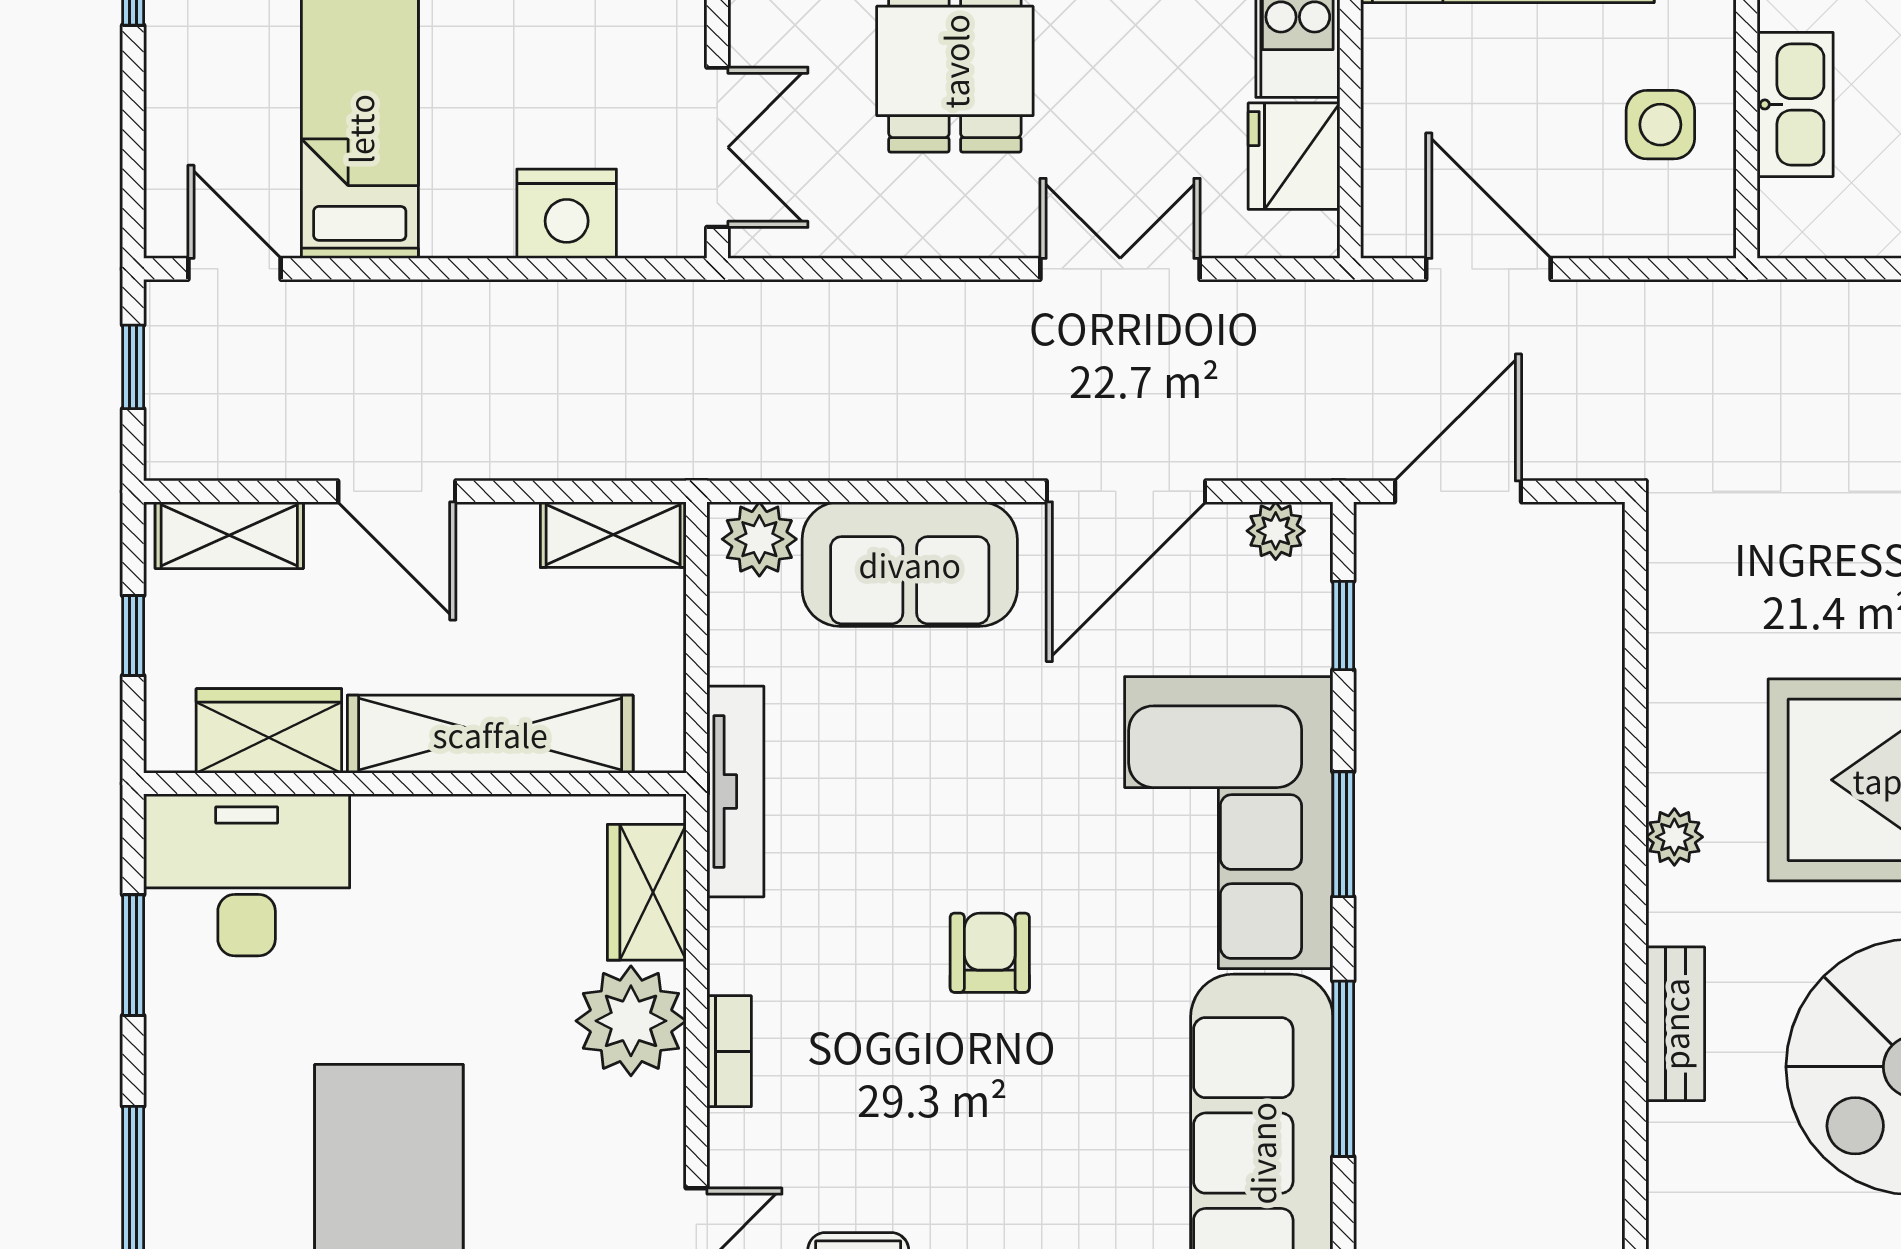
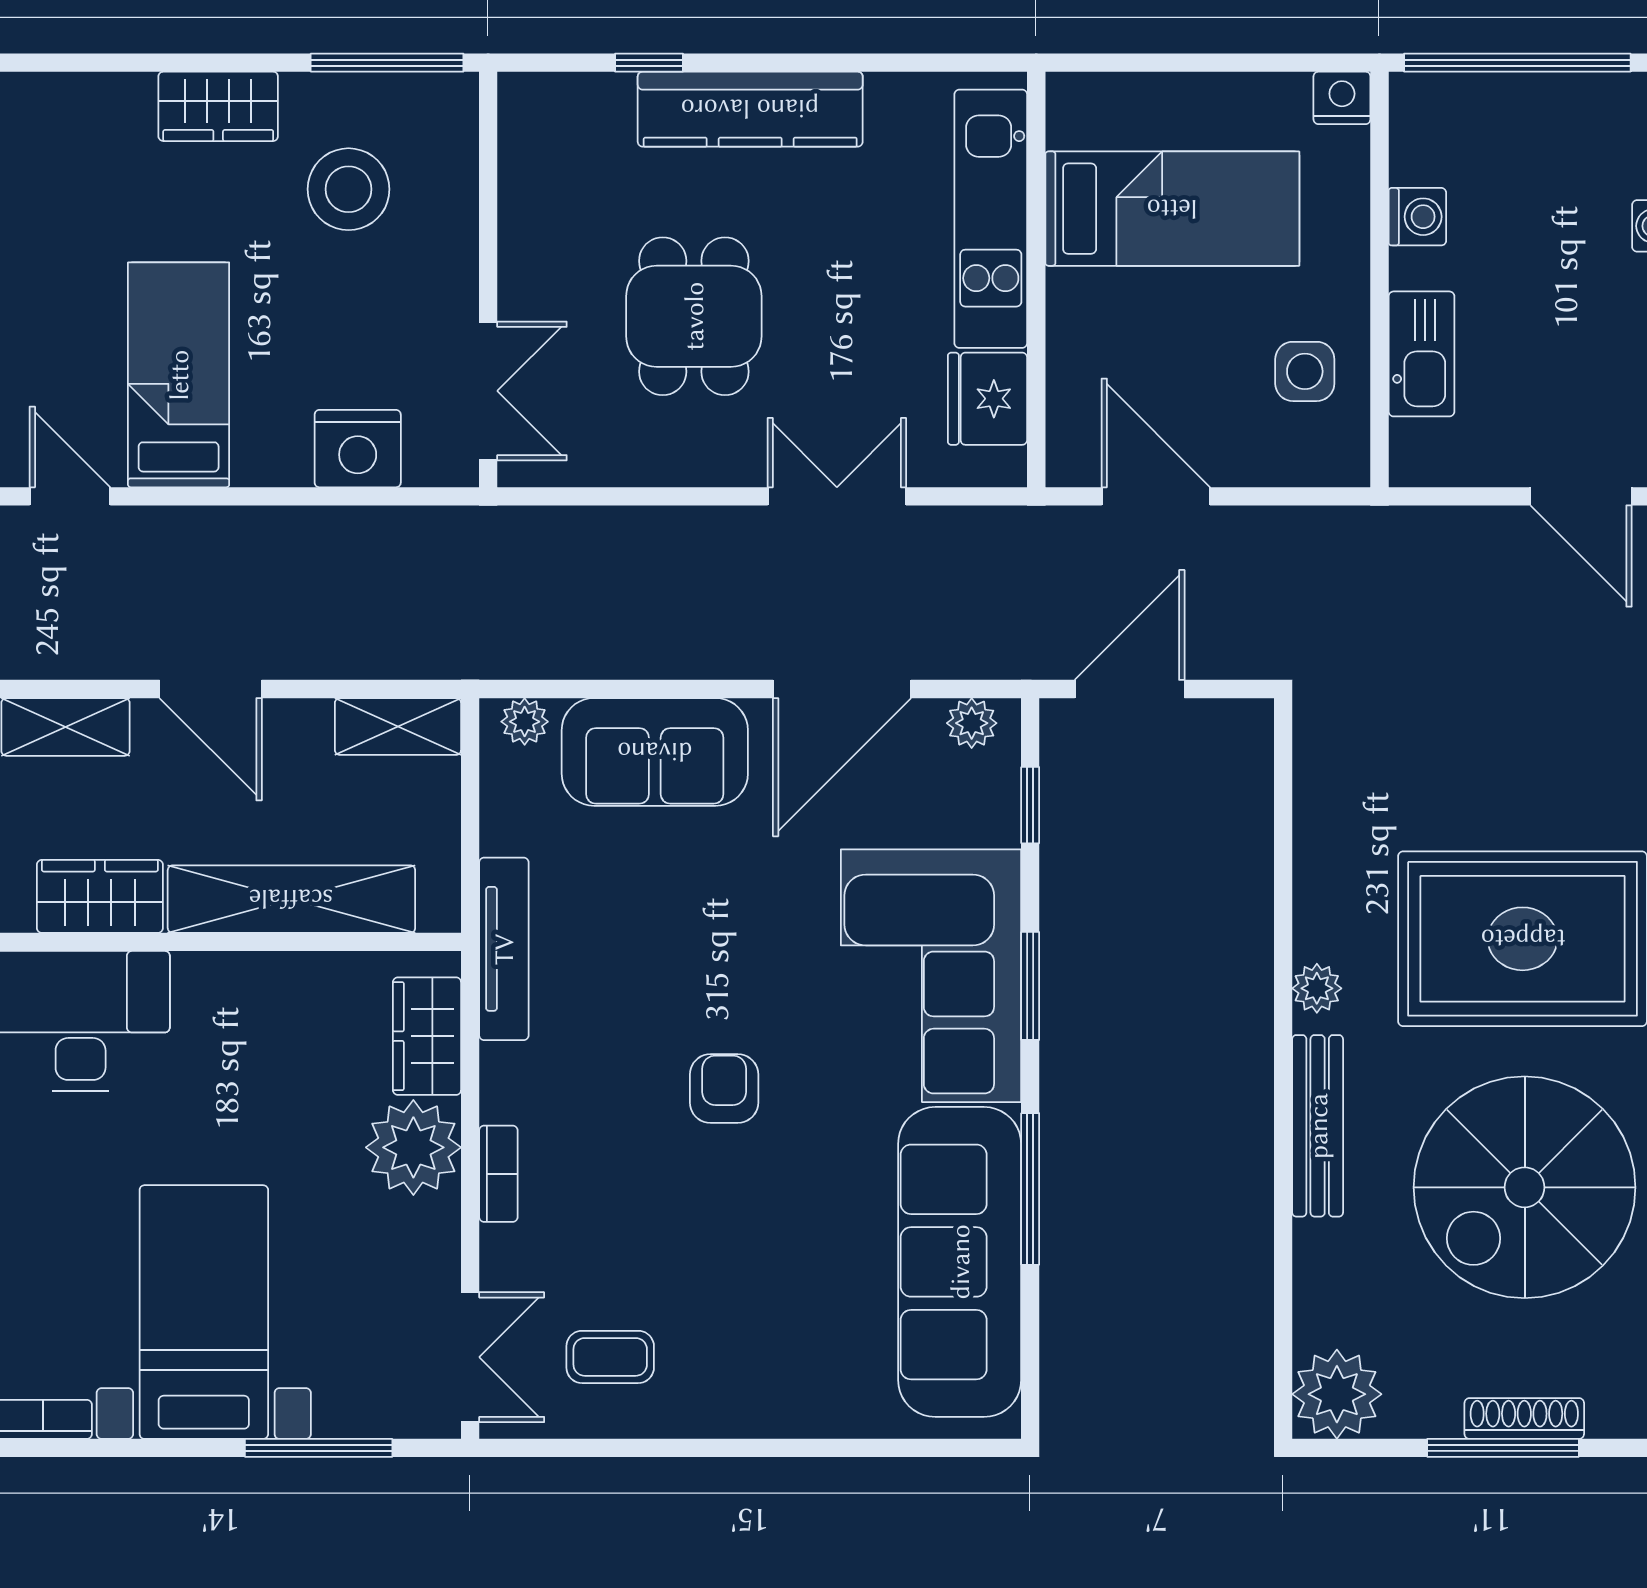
plant: (759, 539) -> (525, 722), width x0.73, depth x0.73
bench: (1675, 1024) -> (1318, 1126), width x1.36

